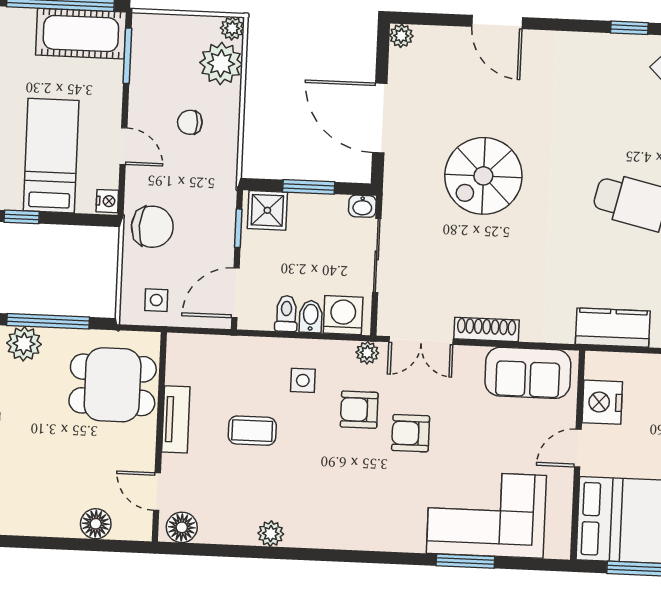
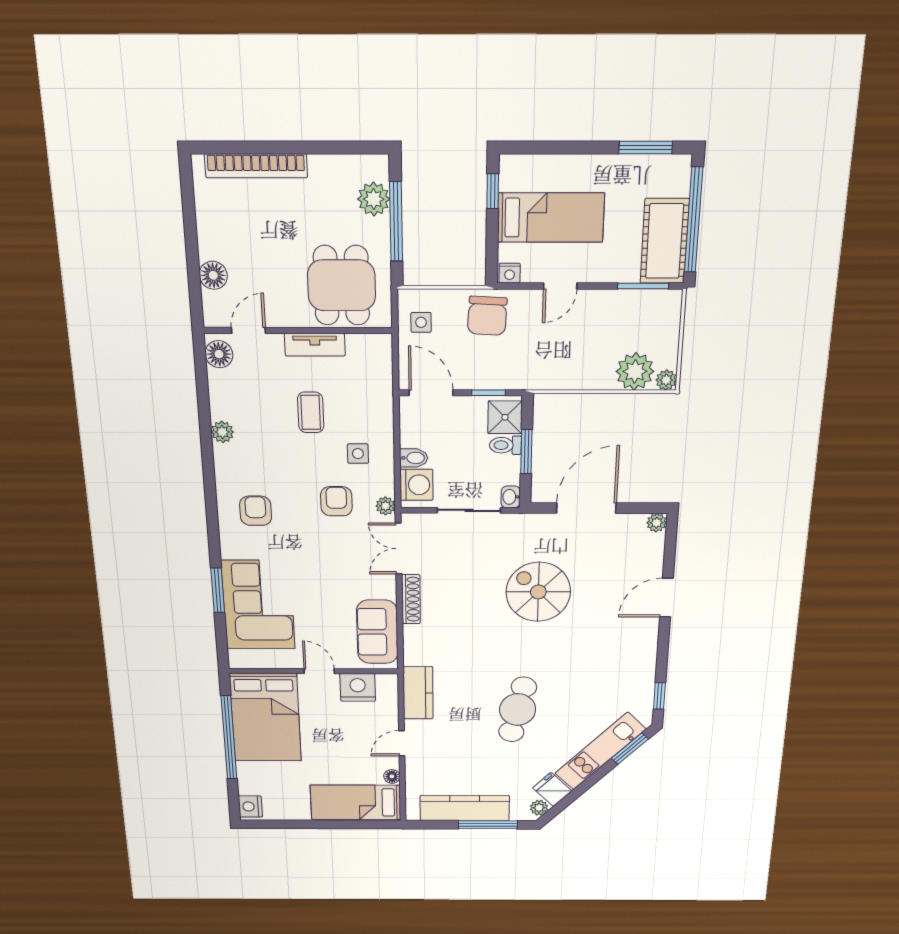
chair: (190, 122) -> (582, 346), removed
toilet: (286, 314) -> (505, 445), moved, turned 180
armchair: (411, 433) -> (256, 511), moved

